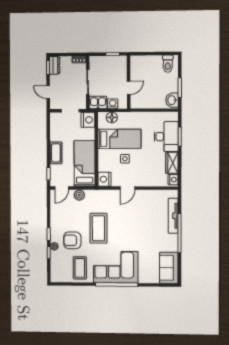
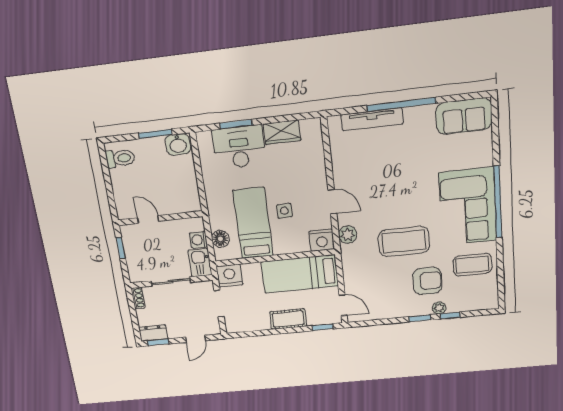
door: (129, 88) -> (148, 219), moved
nightstand: (173, 180) -> (310, 127), removed
plant: (79, 195) -> (348, 235), moved
armchair: (72, 240) -> (427, 281), turned -90

